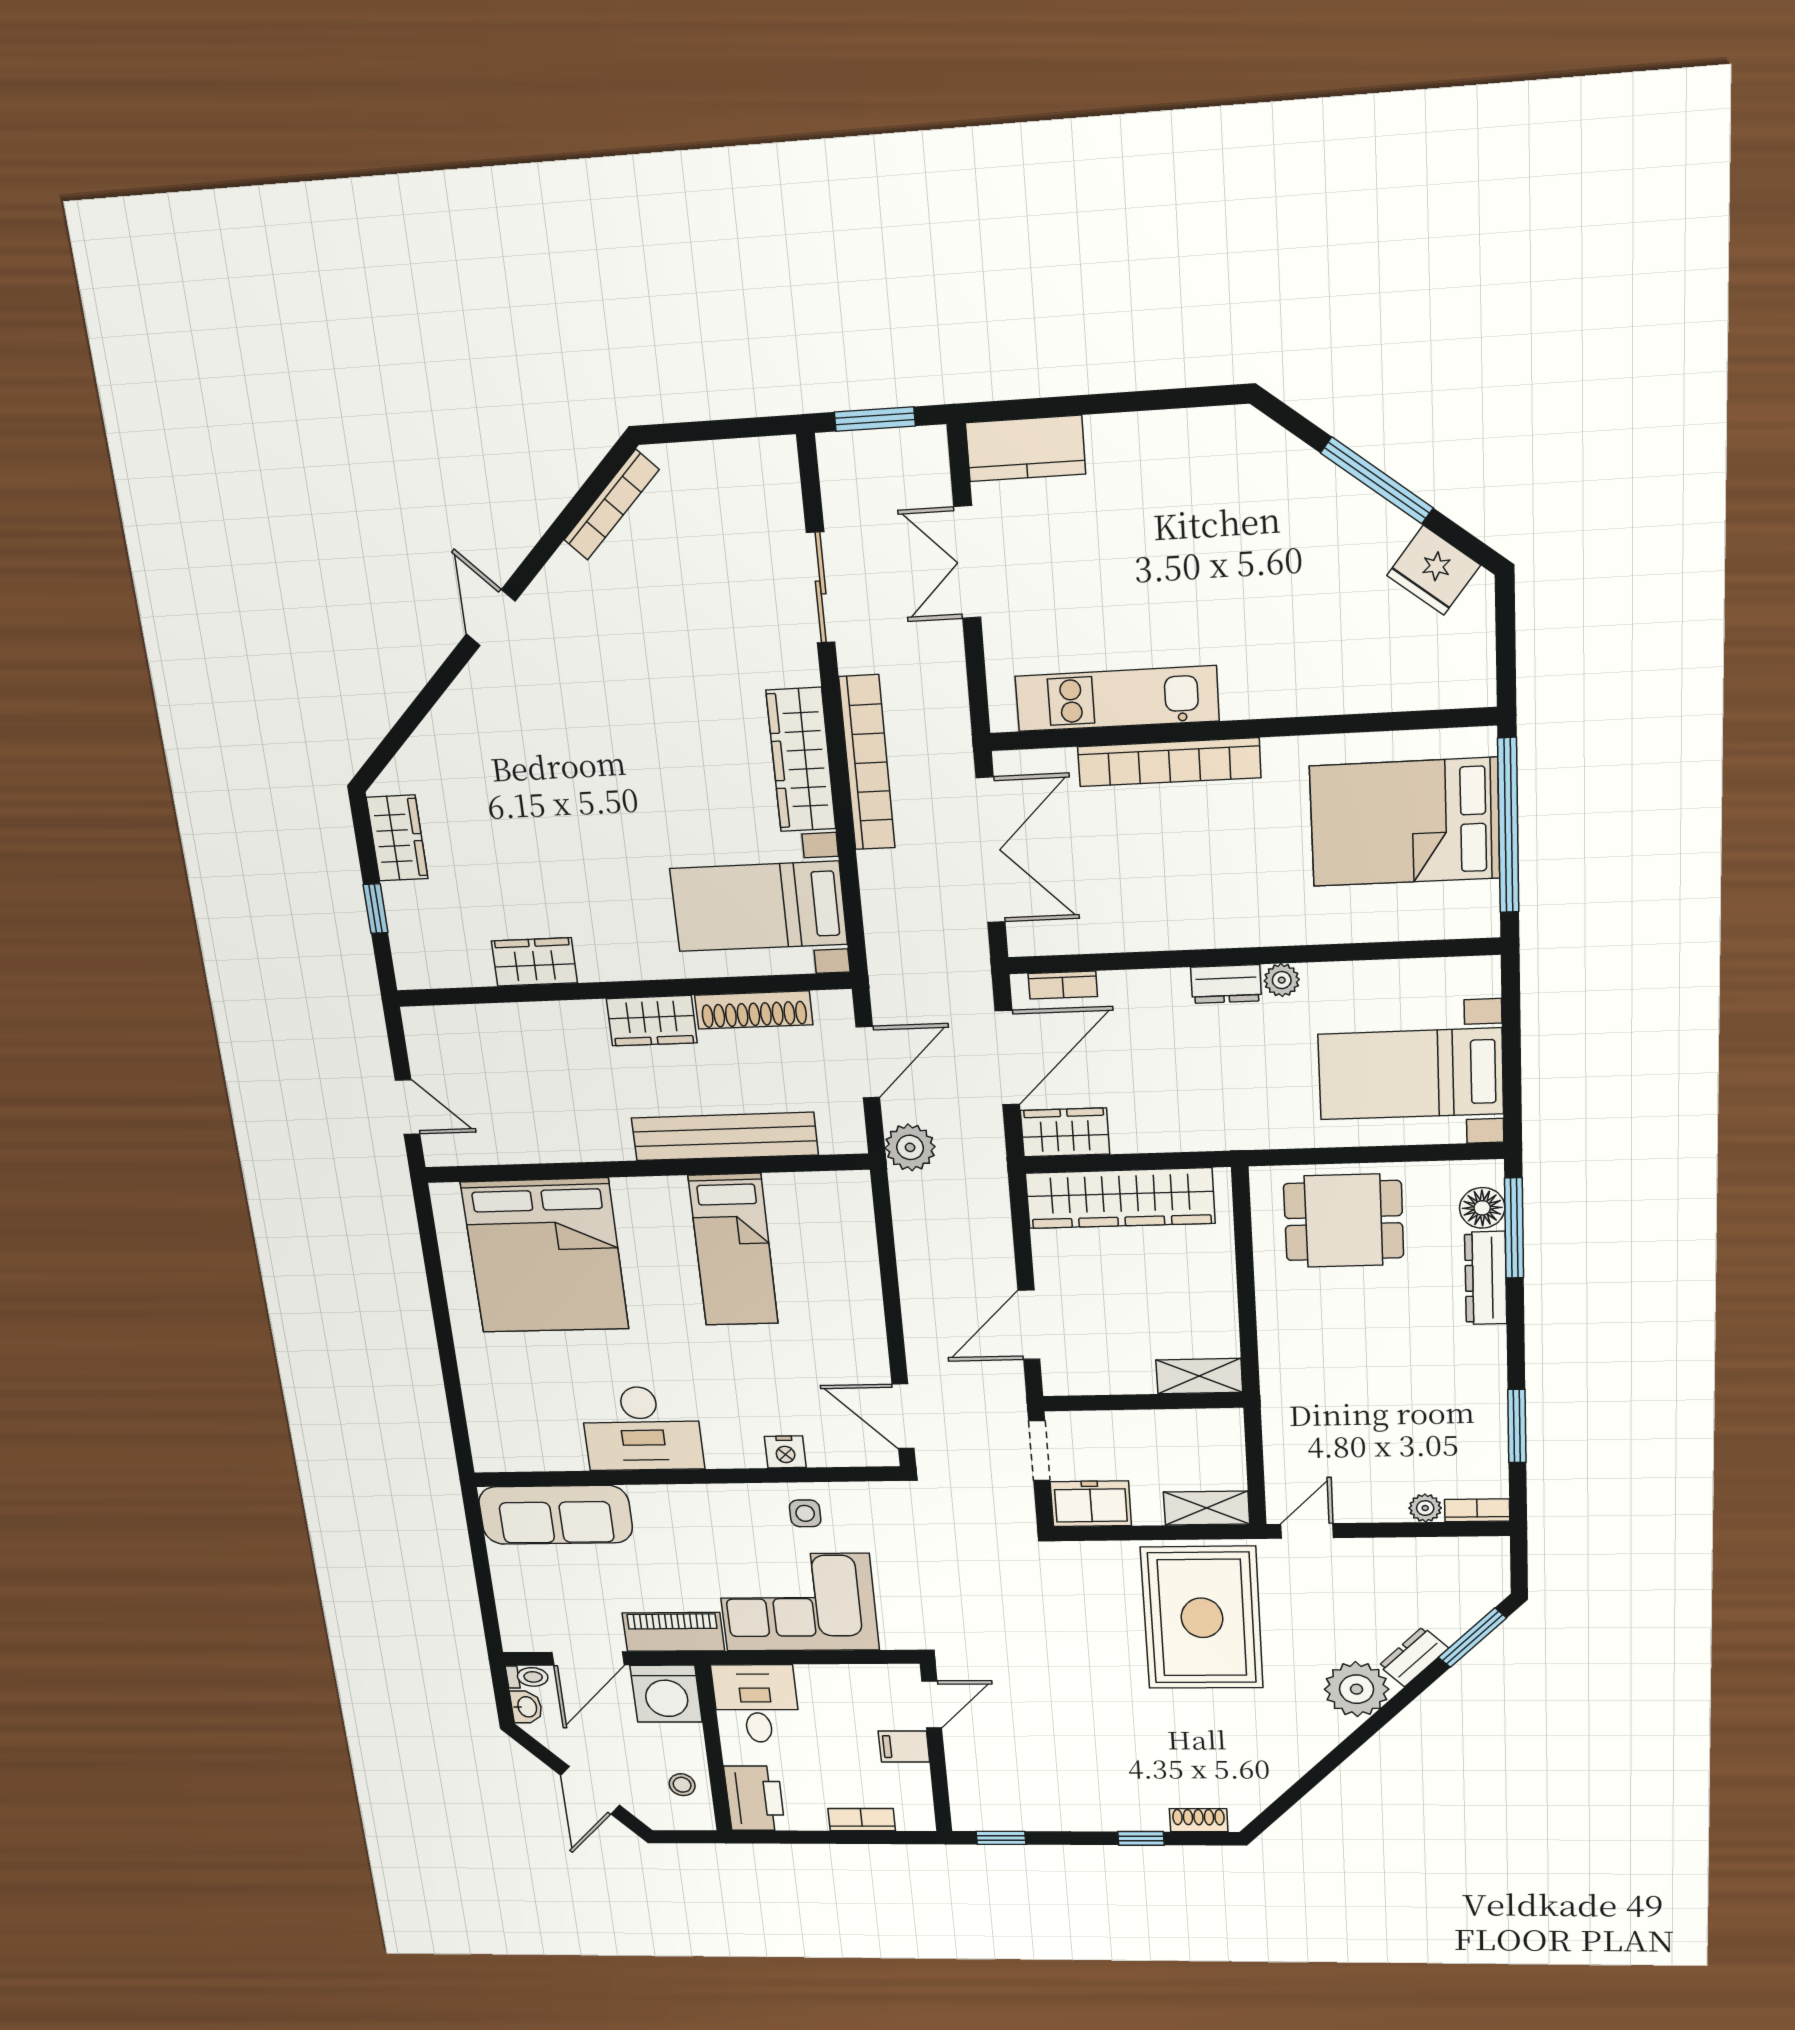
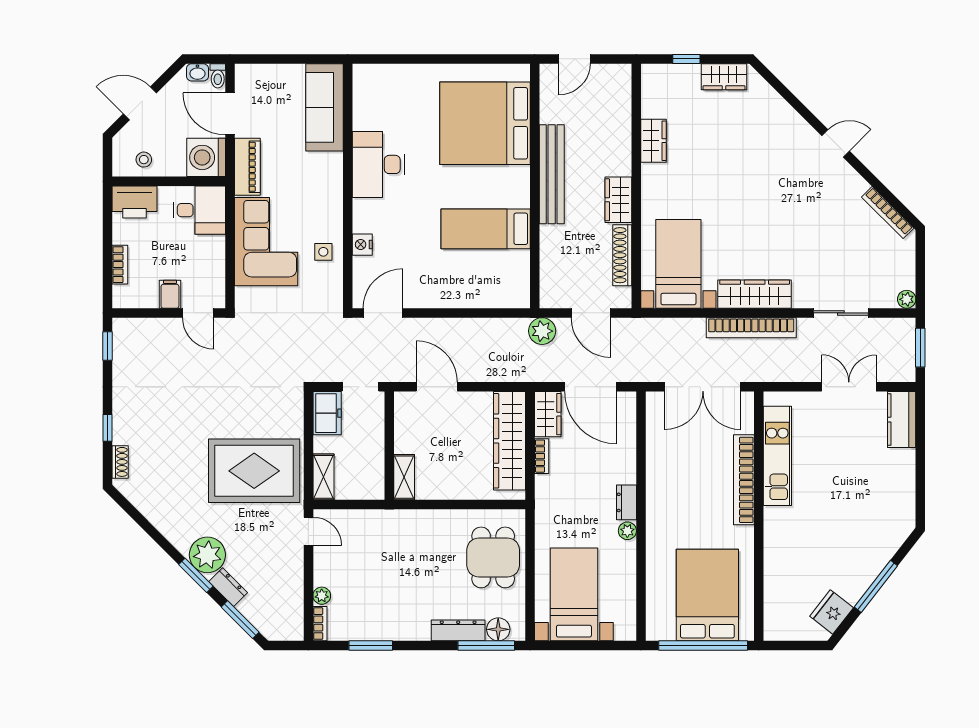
plant: (780, 454) -> (907, 299), added
bookcase: (1063, 985) -> (542, 456), moved, turned 180
bench: (725, 1136) -> (552, 174), moved
window: (1394, 1707) -> (196, 575), added

